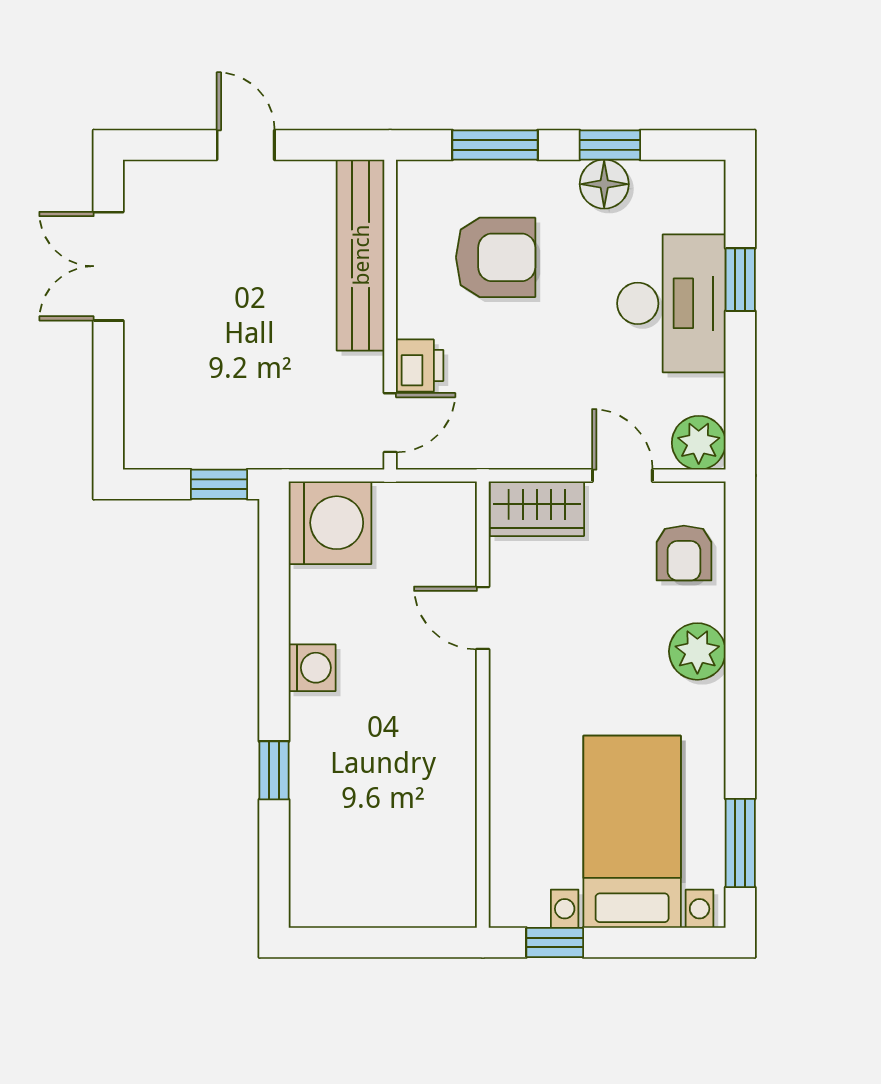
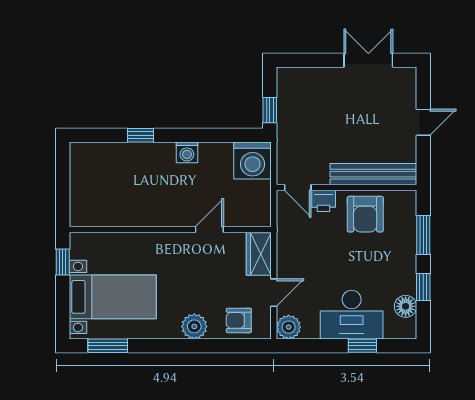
floor lamp: (604, 184) -> (406, 306), moved
armchair: (496, 257) -> (365, 214), moved

